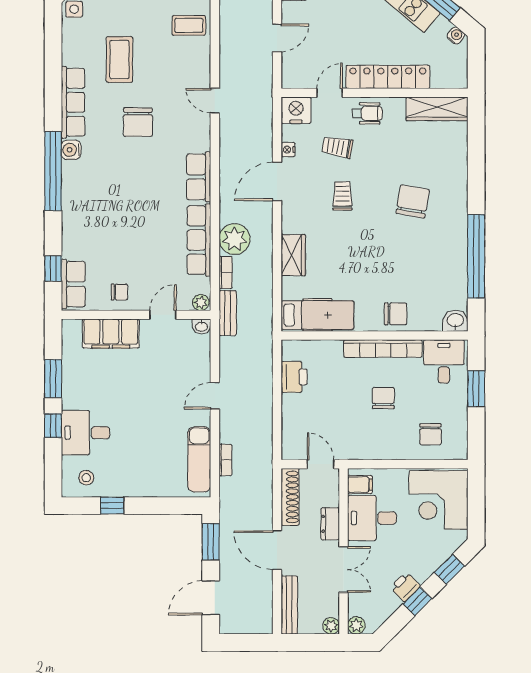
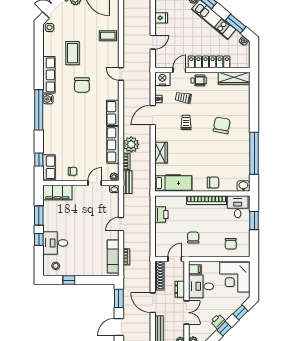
filing cabinet: (111, 334) -> (57, 193), moved
chair: (383, 398) -> (193, 238), moved
door: (321, 464) -> (175, 259), hinge flipped

